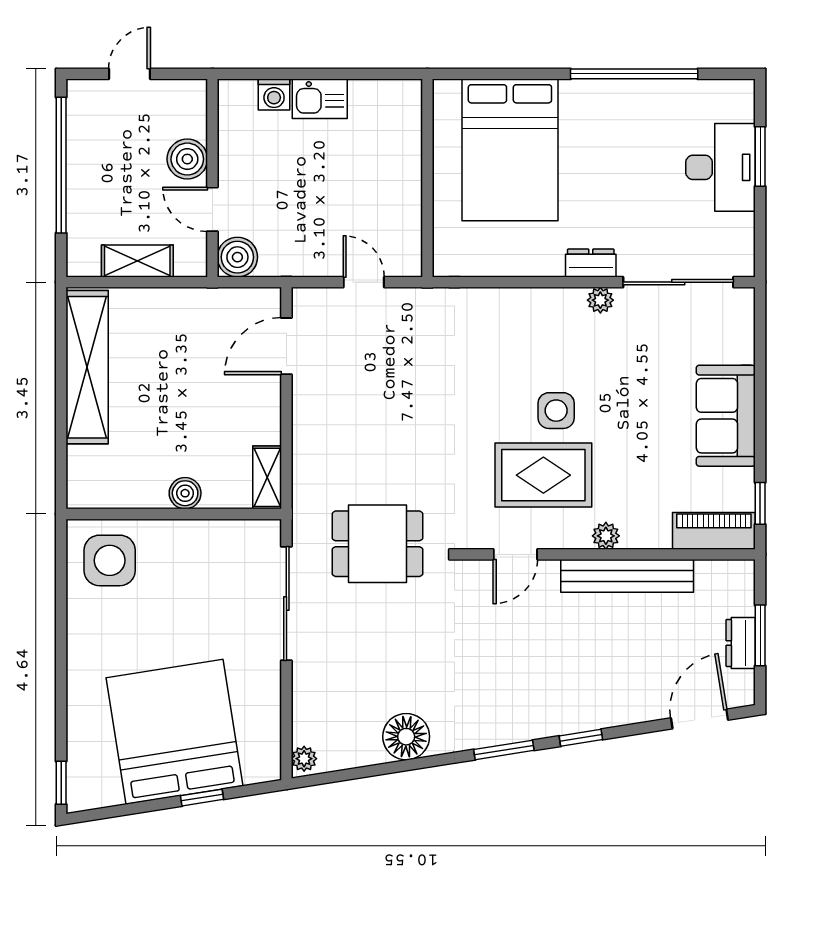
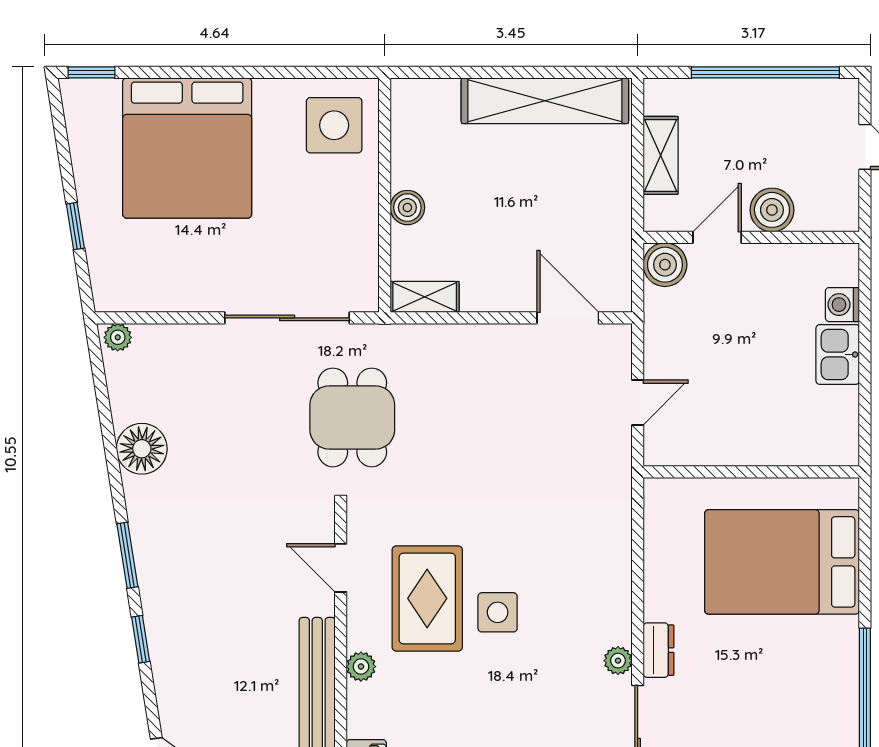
bed: (175, 732) -> (187, 148), moved, turned 99

